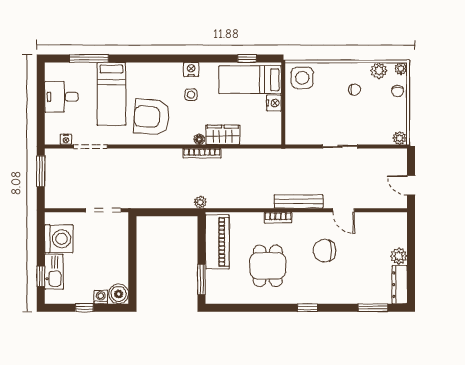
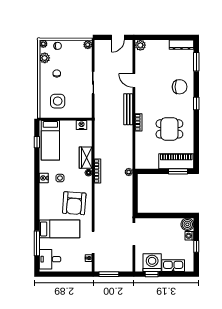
side table: (302, 78) -> (58, 101), moved
desk: (61, 97) -> (50, 259), moved, turned 90
nightstand: (274, 103) -> (82, 125), moved
door: (344, 210) -> (134, 80), swing flipped
piano: (217, 242) -> (176, 161), moved
chair: (325, 251) -> (180, 87), moved, turned -90
plant: (399, 256) -> (140, 45), moved
window: (41, 276) -> (152, 274), moved

